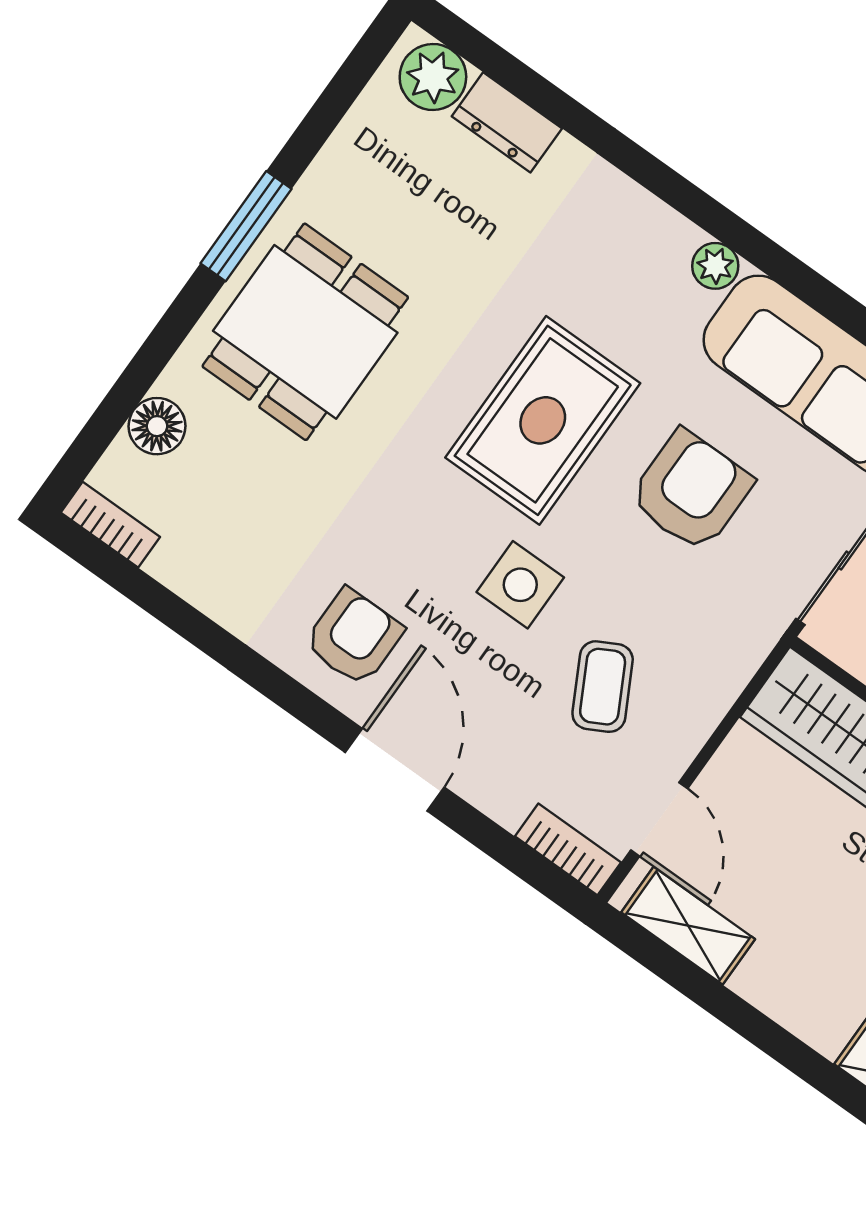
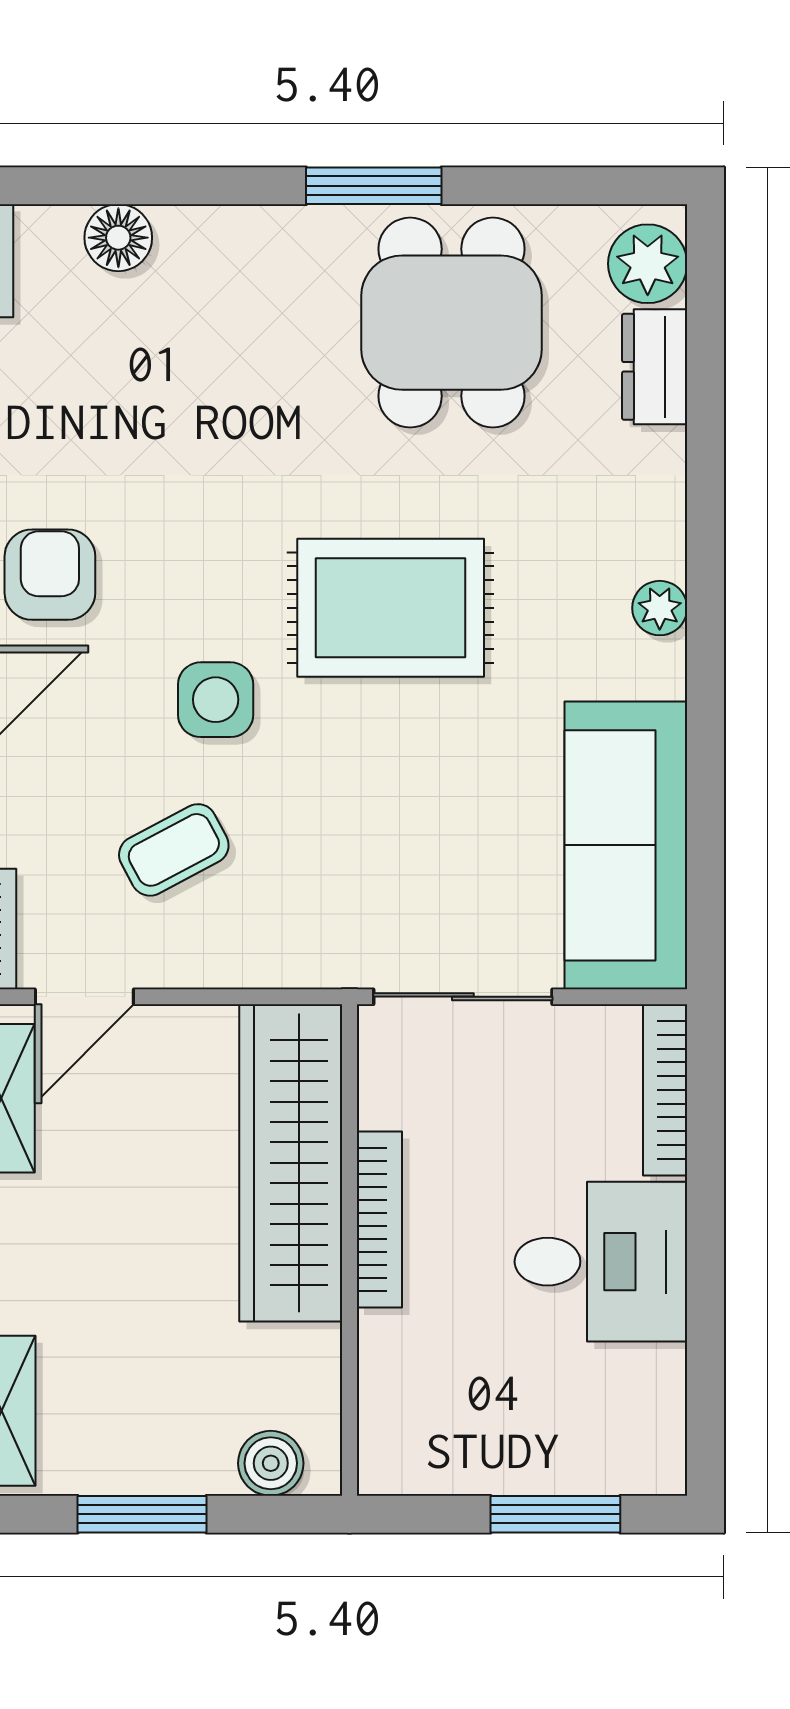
plant: (715, 266) -> (660, 608), moved
dining table: (305, 332) -> (451, 323), moved, turned 90
armchair: (691, 491) -> (425, 800), removed
armchair: (354, 637) -> (50, 575), turned -90

